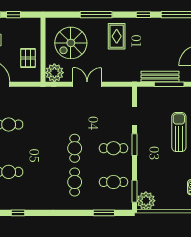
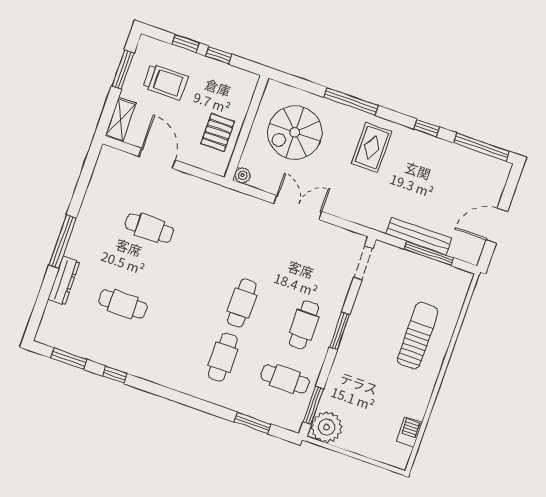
plant: (54, 73) -> (243, 175), width x0.53, depth x0.53
doorway: (134, 116) -> (363, 263), moved
cafe table: (113, 148) -> (304, 325), turned 90

